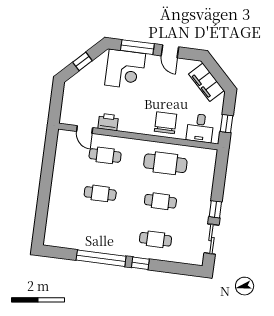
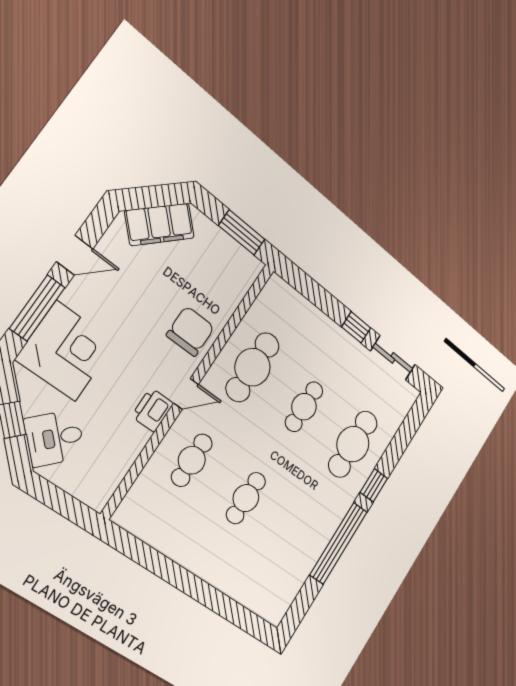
printer: (108, 122) -> (152, 410), moved
chair: (166, 123) -> (190, 331), turned 90
window: (226, 124) -> (242, 232), width x1.50
desk: (200, 128) -> (55, 438), moved, turned 135
door: (85, 129) -> (186, 394), moved
cafe table: (155, 239) -> (353, 444), width x1.37, depth x1.35

